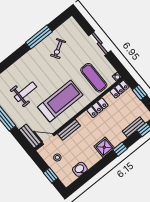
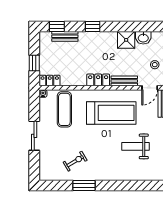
window: (39, 37) -> (84, 185), width x0.69
treadmill: (60, 101) -> (111, 113), turned 180
locker: (97, 108) -> (98, 80), moved
door: (48, 139) -> (150, 88), hinge flipped
shower: (104, 147) -> (126, 40), moved

